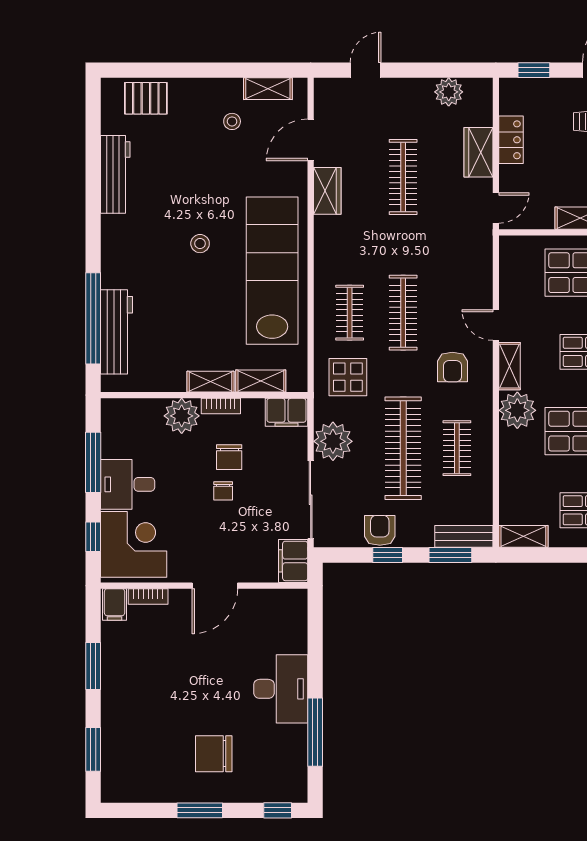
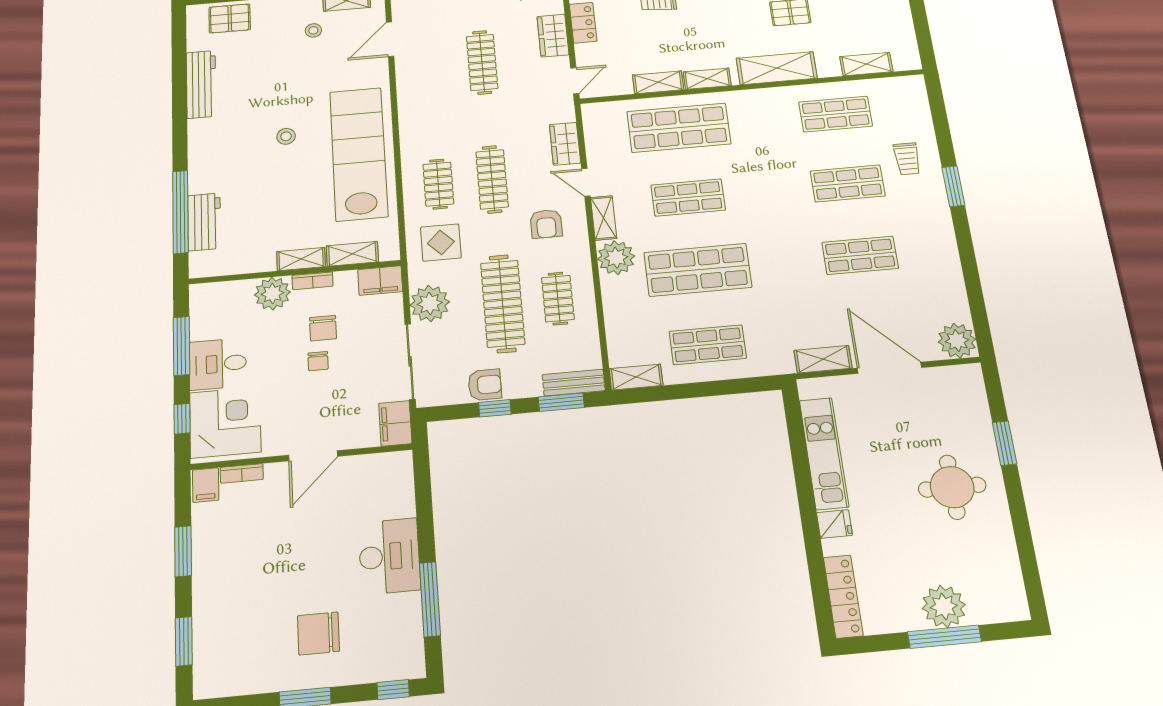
wardrobe: (327, 191) -> (565, 144), moved, turned 180
workbench: (117, 332) -> (204, 222), width x0.73
armchair: (380, 530) -> (485, 385), turned 90

